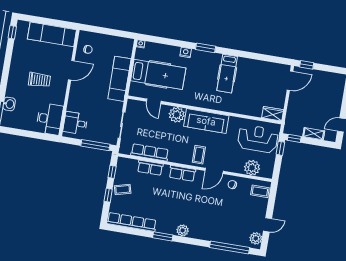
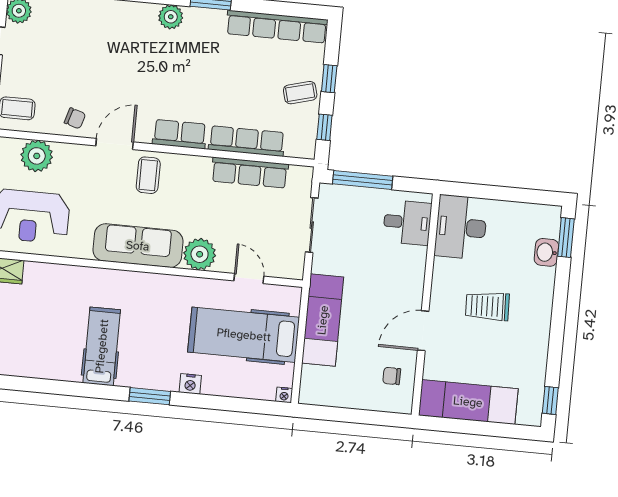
row of seats: (150, 168) -> (247, 141), width x1.48

